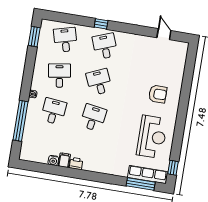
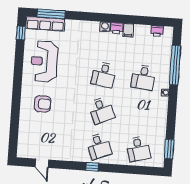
window: (101, 24) -> (92, 167), moved
desk: (59, 76) -> (141, 113), removed
armchair: (158, 94) -> (43, 104), turned 180
printer: (35, 157) -> (157, 31), added
water cooler: (53, 160) -> (105, 27), moved

